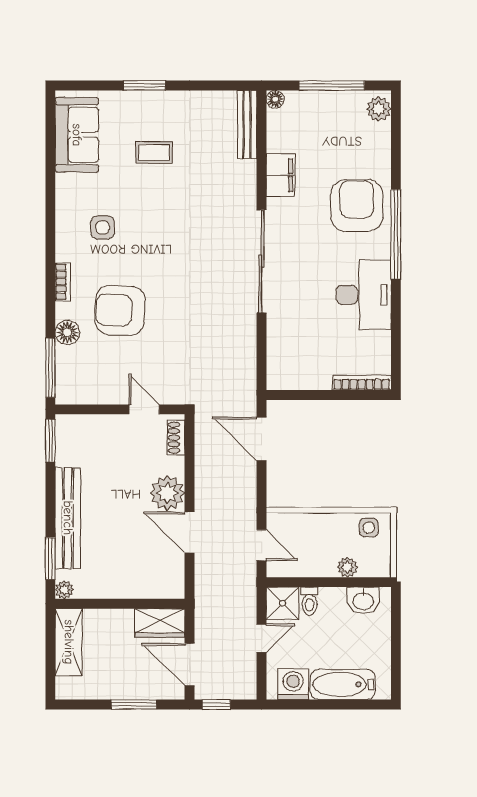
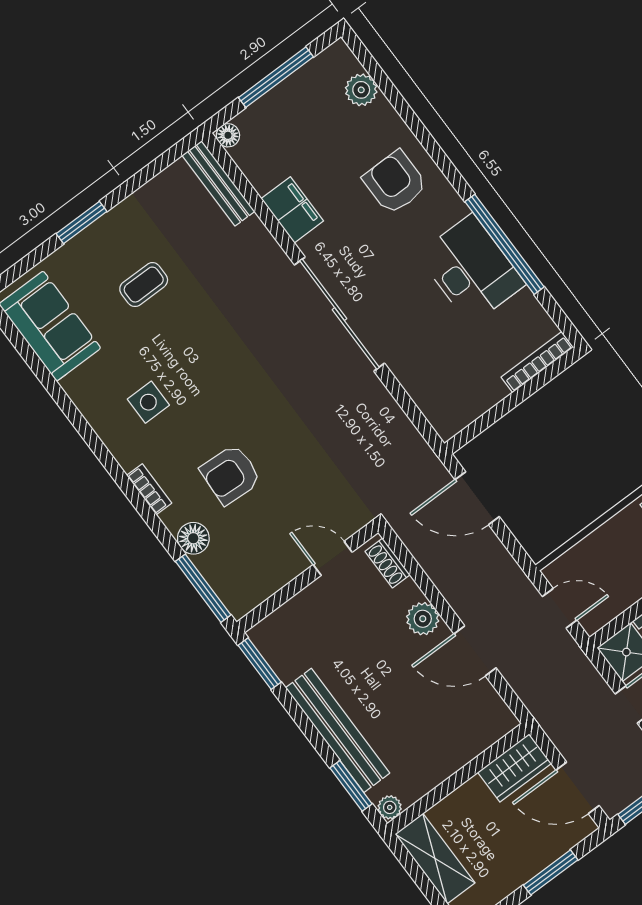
plant: (379, 109) -> (361, 90), moved
armchair: (357, 206) -> (395, 182), width x0.73, depth x0.73
window: (396, 234) -> (504, 244), moved
armchair: (120, 310) -> (231, 475), width x0.73, depth x0.73
plant: (167, 493) -> (423, 619), width x0.73, depth x0.73

